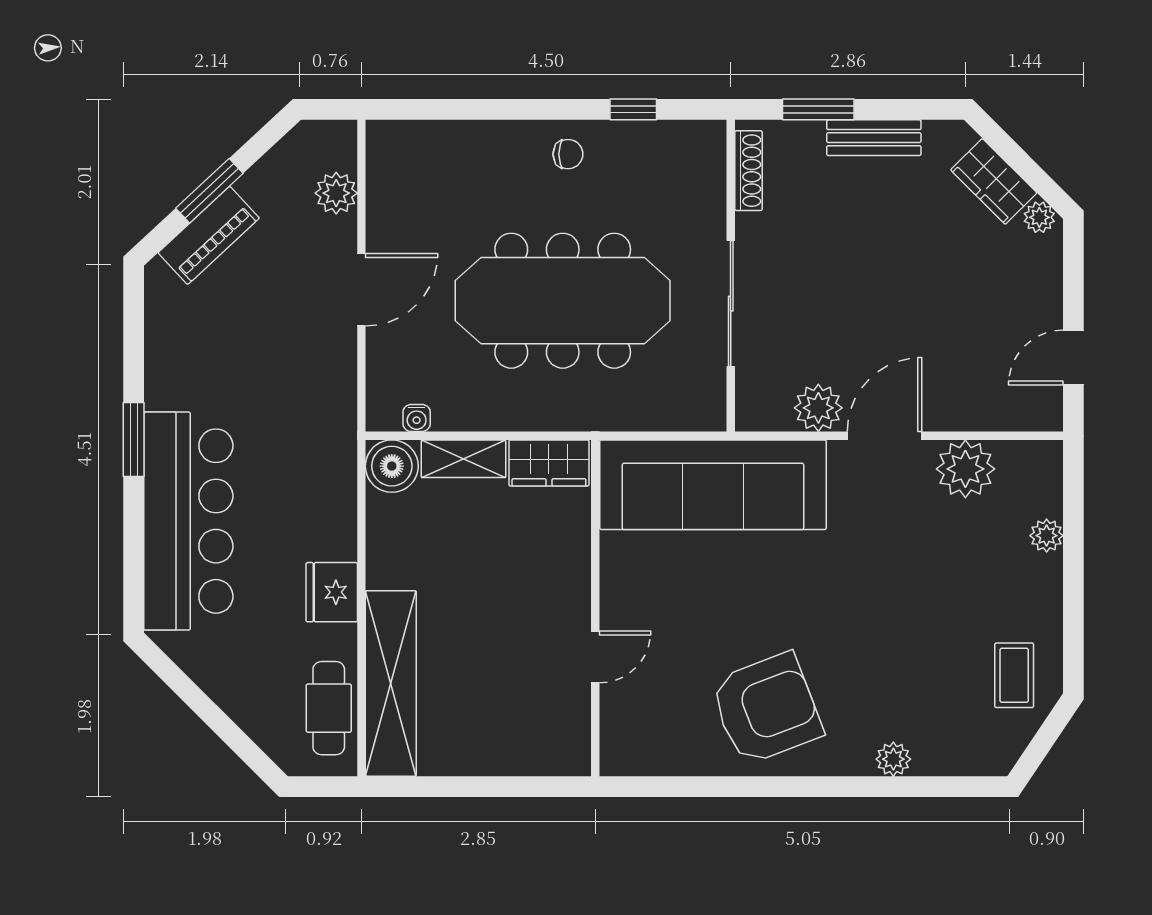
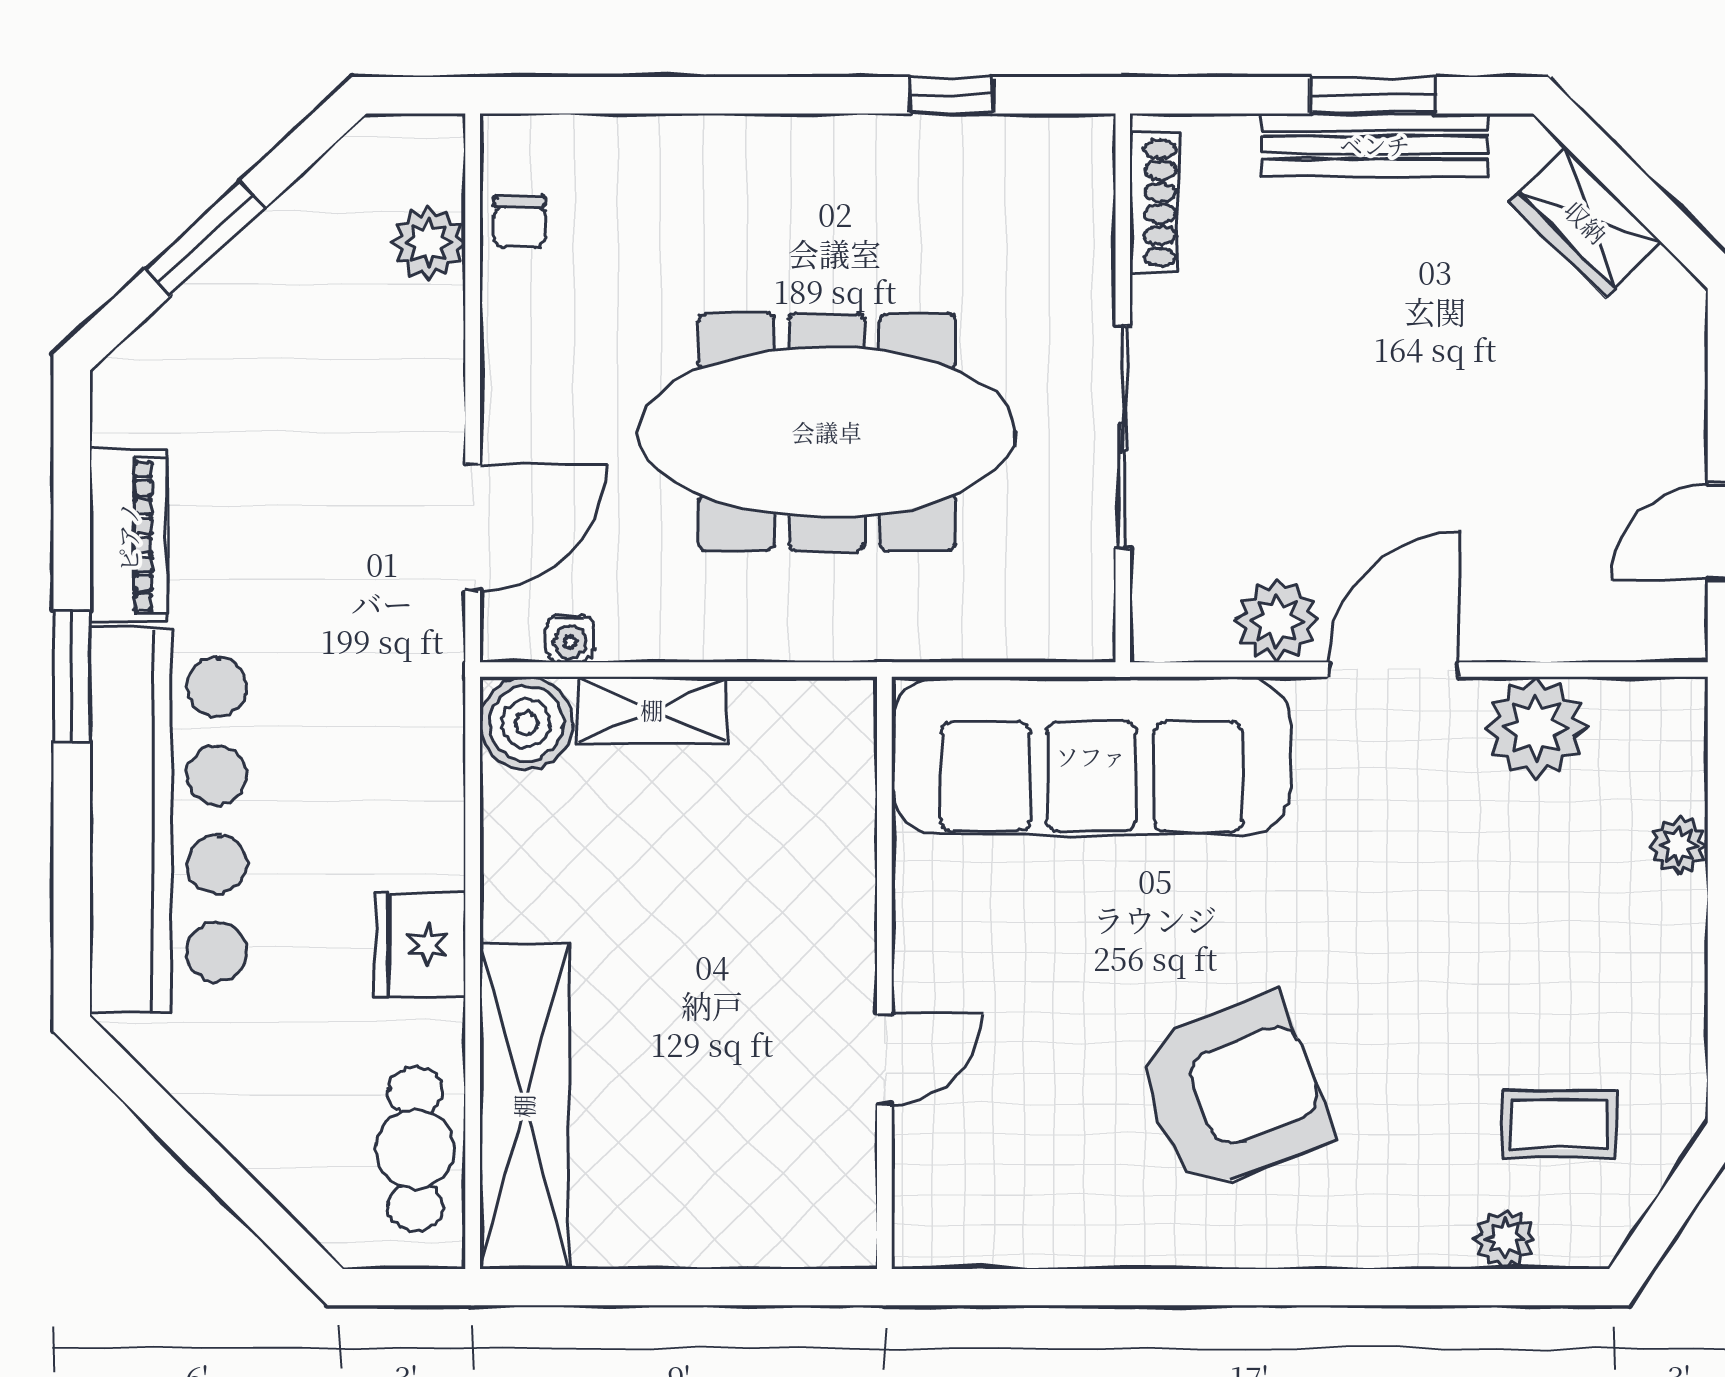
window: (818, 109) -> (1373, 95), moved
bench: (874, 138) -> (1375, 145), width x1.36
chair: (568, 154) -> (520, 222), moved, turned 90
plant: (1039, 217) -> (1666, 285), removed
piano: (209, 235) -> (128, 536), moved, turned -47
door: (361, 290) -> (473, 527), moved
wardrobe: (549, 463) -> (803, 717), removed
coffee table: (1014, 675) -> (1559, 1125), moved, turned 90
armchair: (766, 709) -> (1233, 1093), moved
plant: (893, 759) -> (1505, 1239), moved

